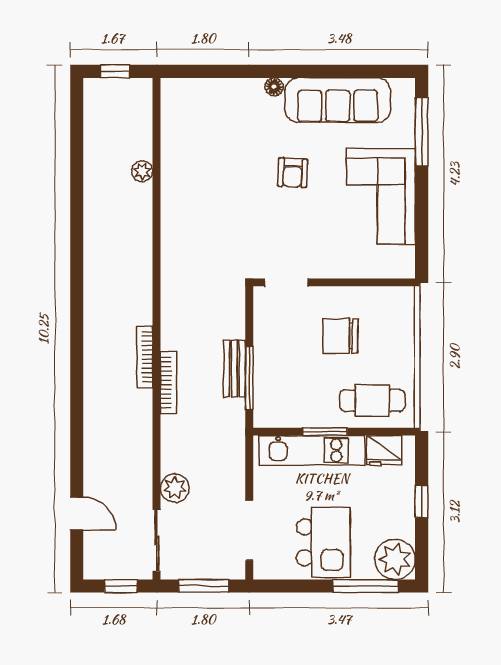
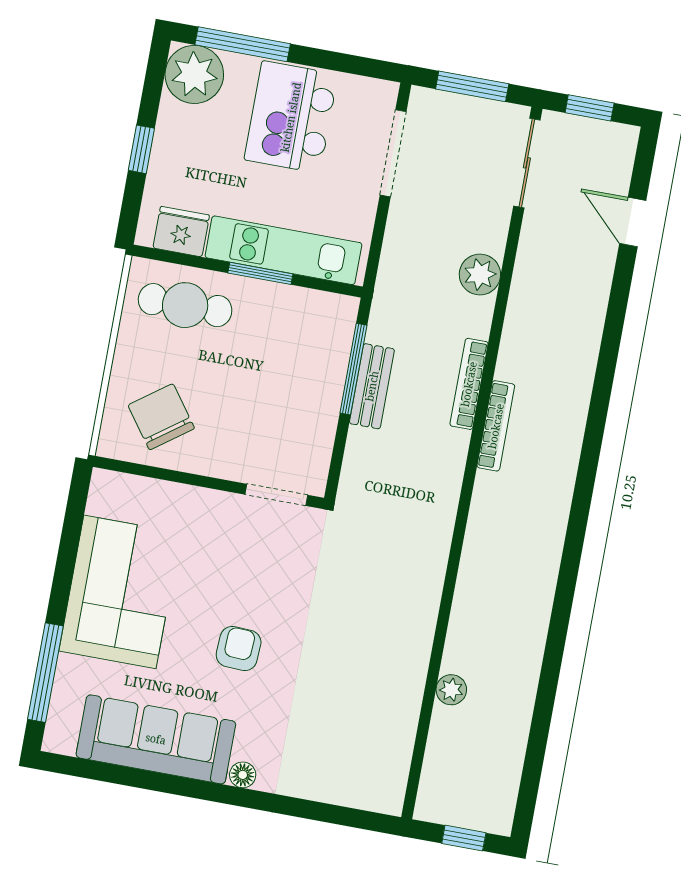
chair: (340, 336) -> (161, 417), moved, turned -126
plant: (175, 488) -> (480, 275), moved

